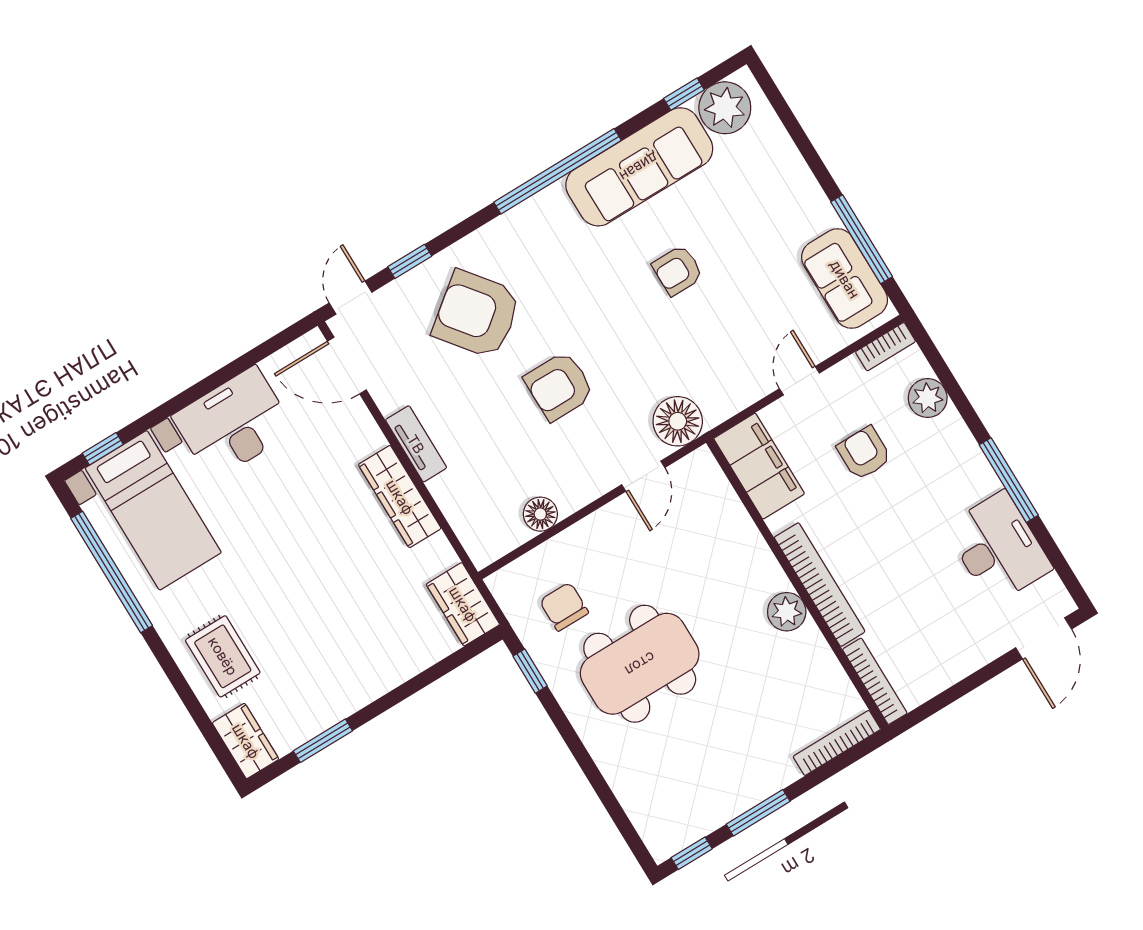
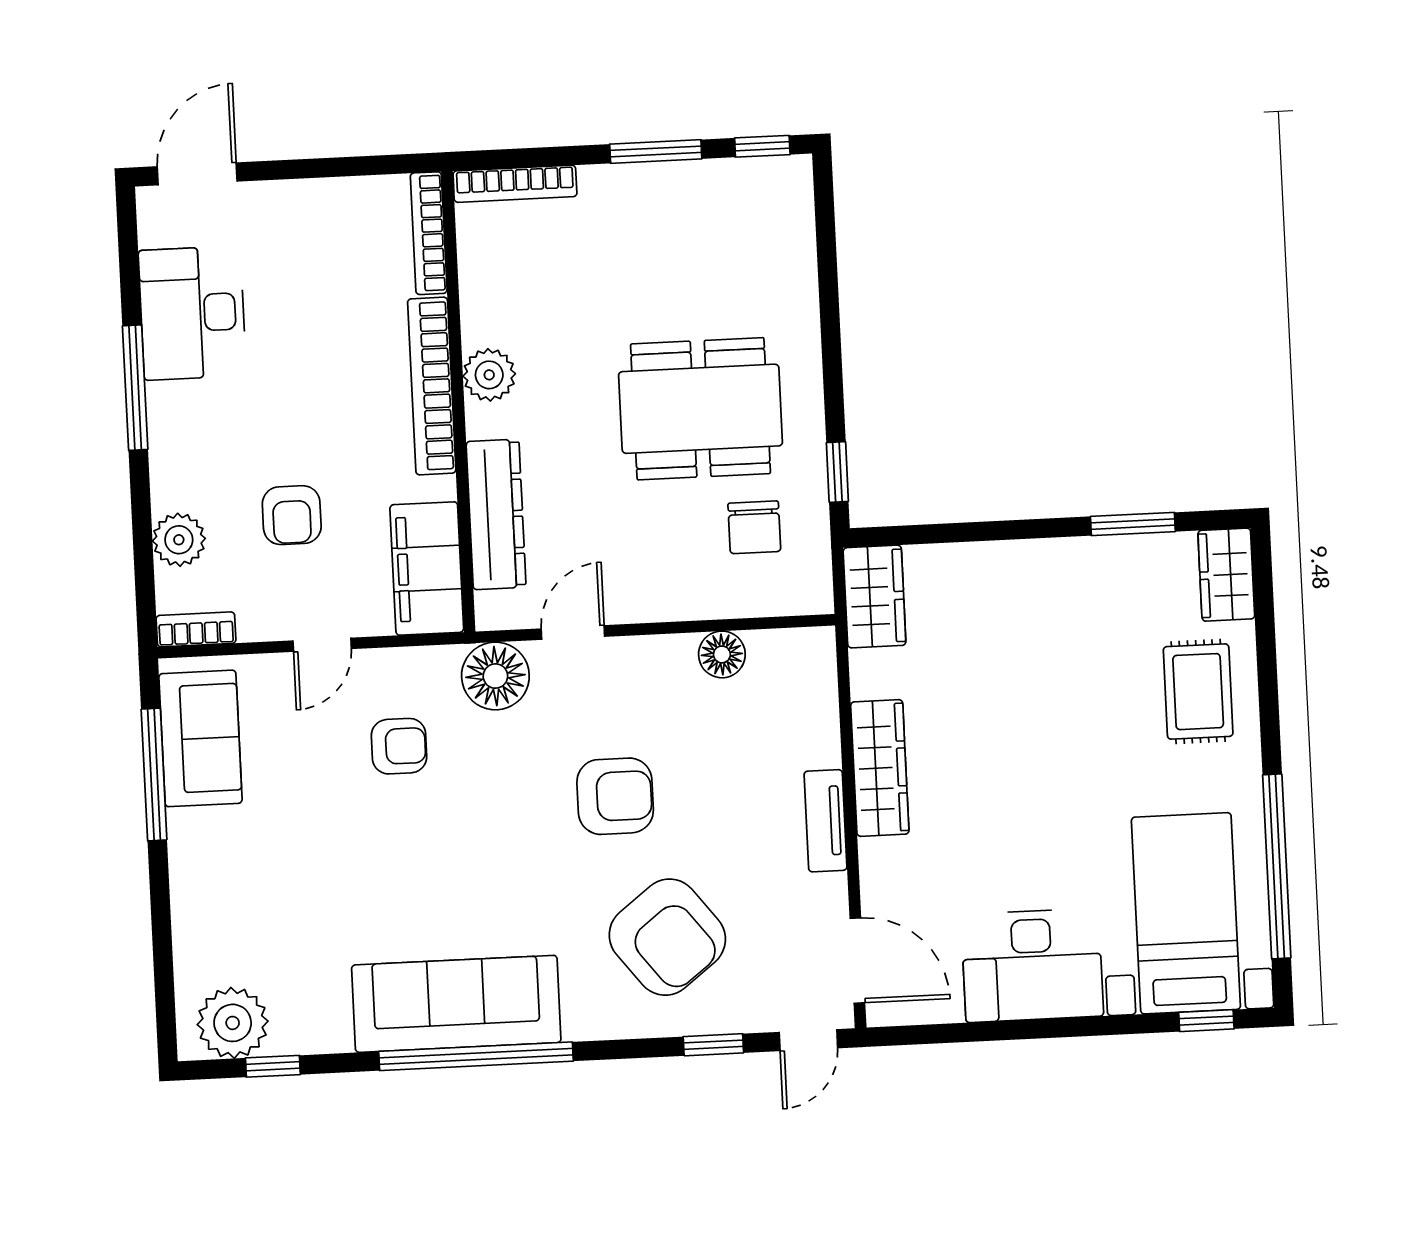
sofa: (639, 167) -> (456, 1004), moved
armchair: (678, 270) -> (399, 746), moved
dresser: (734, 525) -> (496, 514), added

